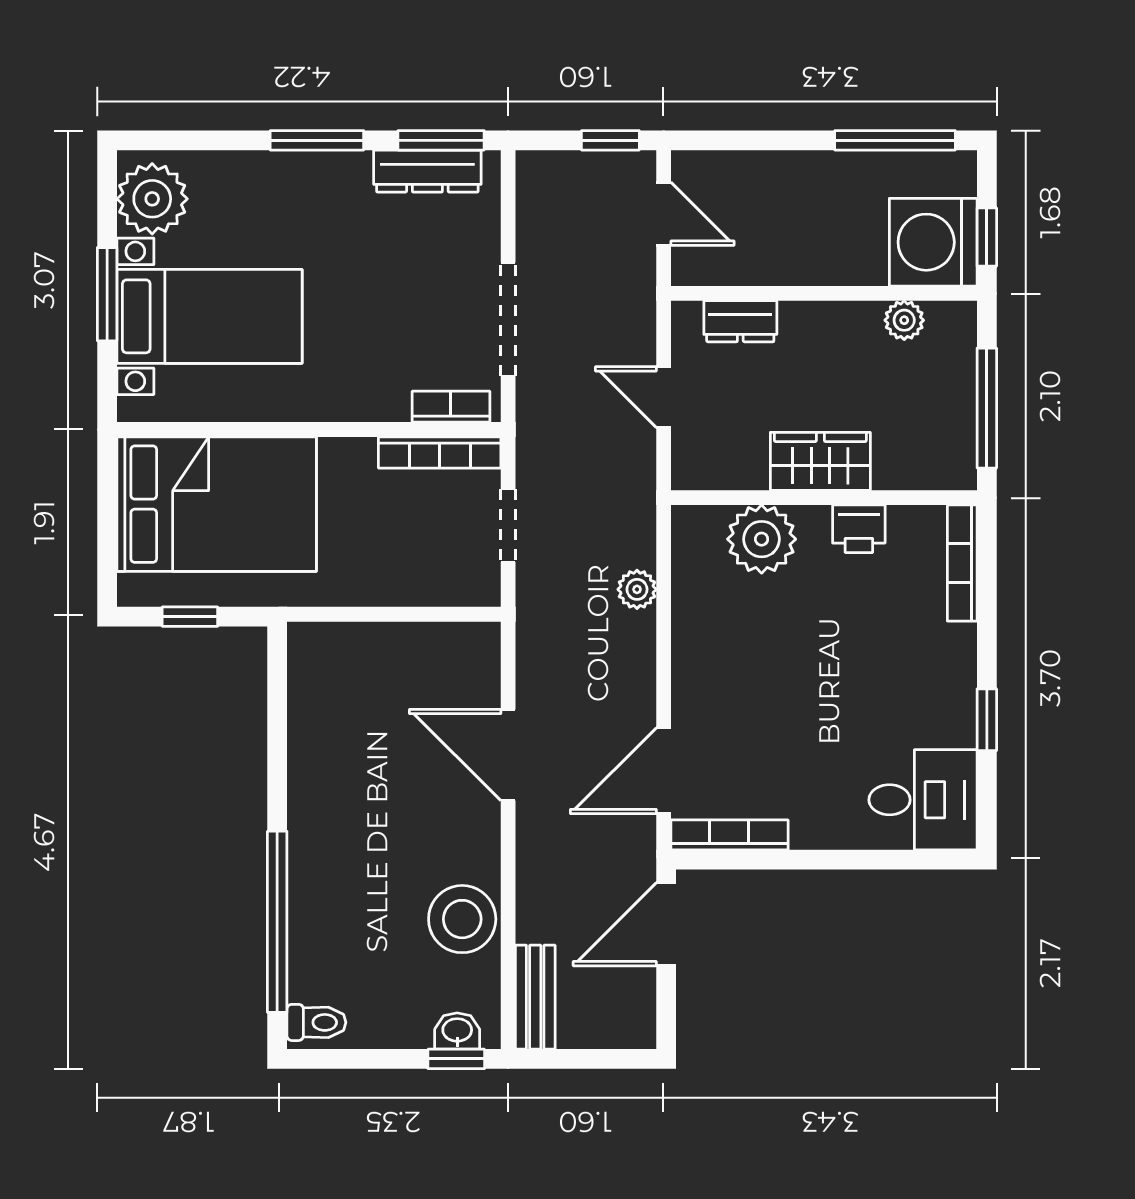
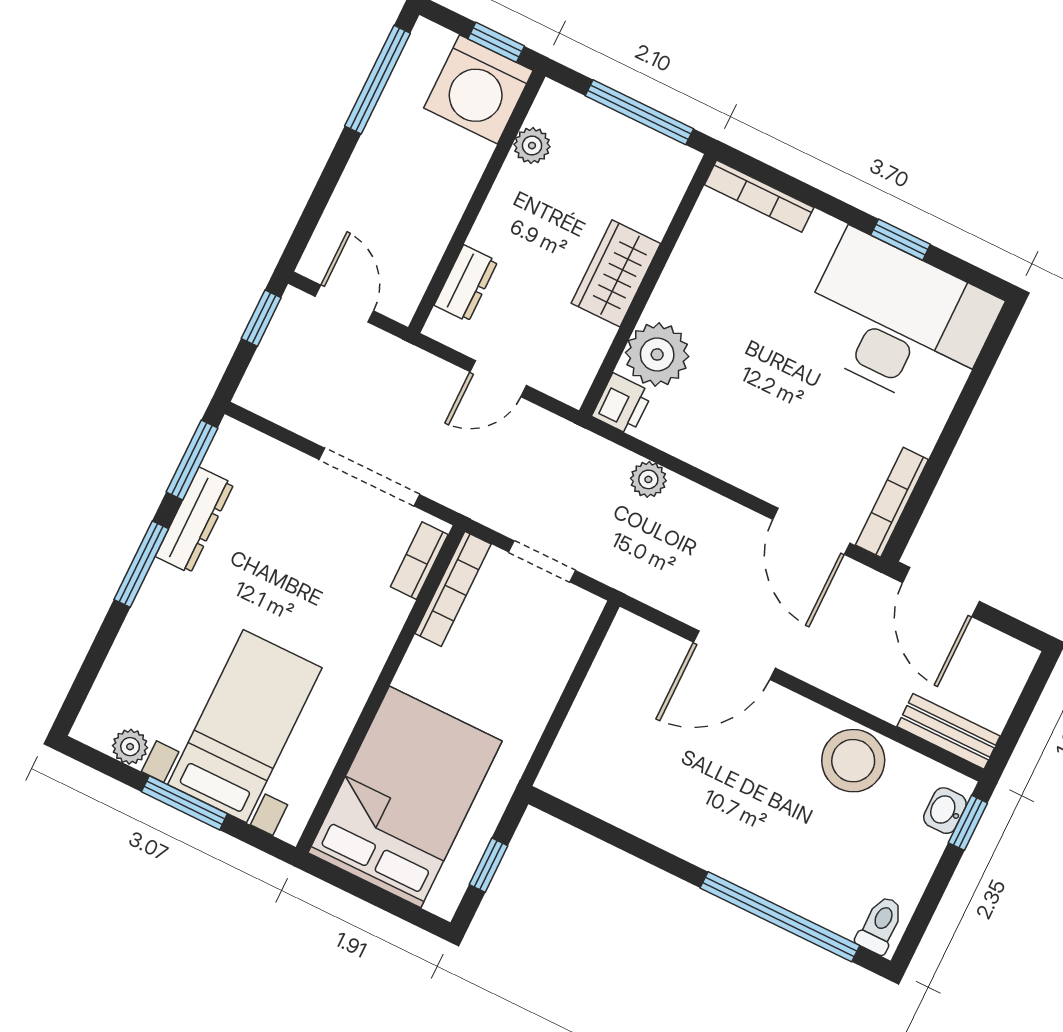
dresser: (427, 171) -> (195, 520), moved
plant: (152, 199) -> (130, 747), width x0.53, depth x0.53
door: (664, 214) -> (344, 304), hinge flipped
printer: (859, 529) -> (622, 404), moved
desk: (923, 800) -> (898, 321), width x1.87, depth x1.30

